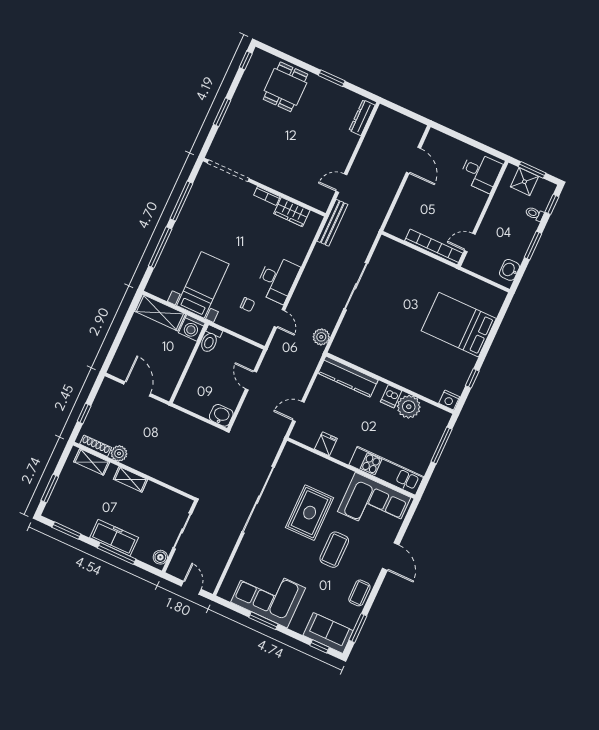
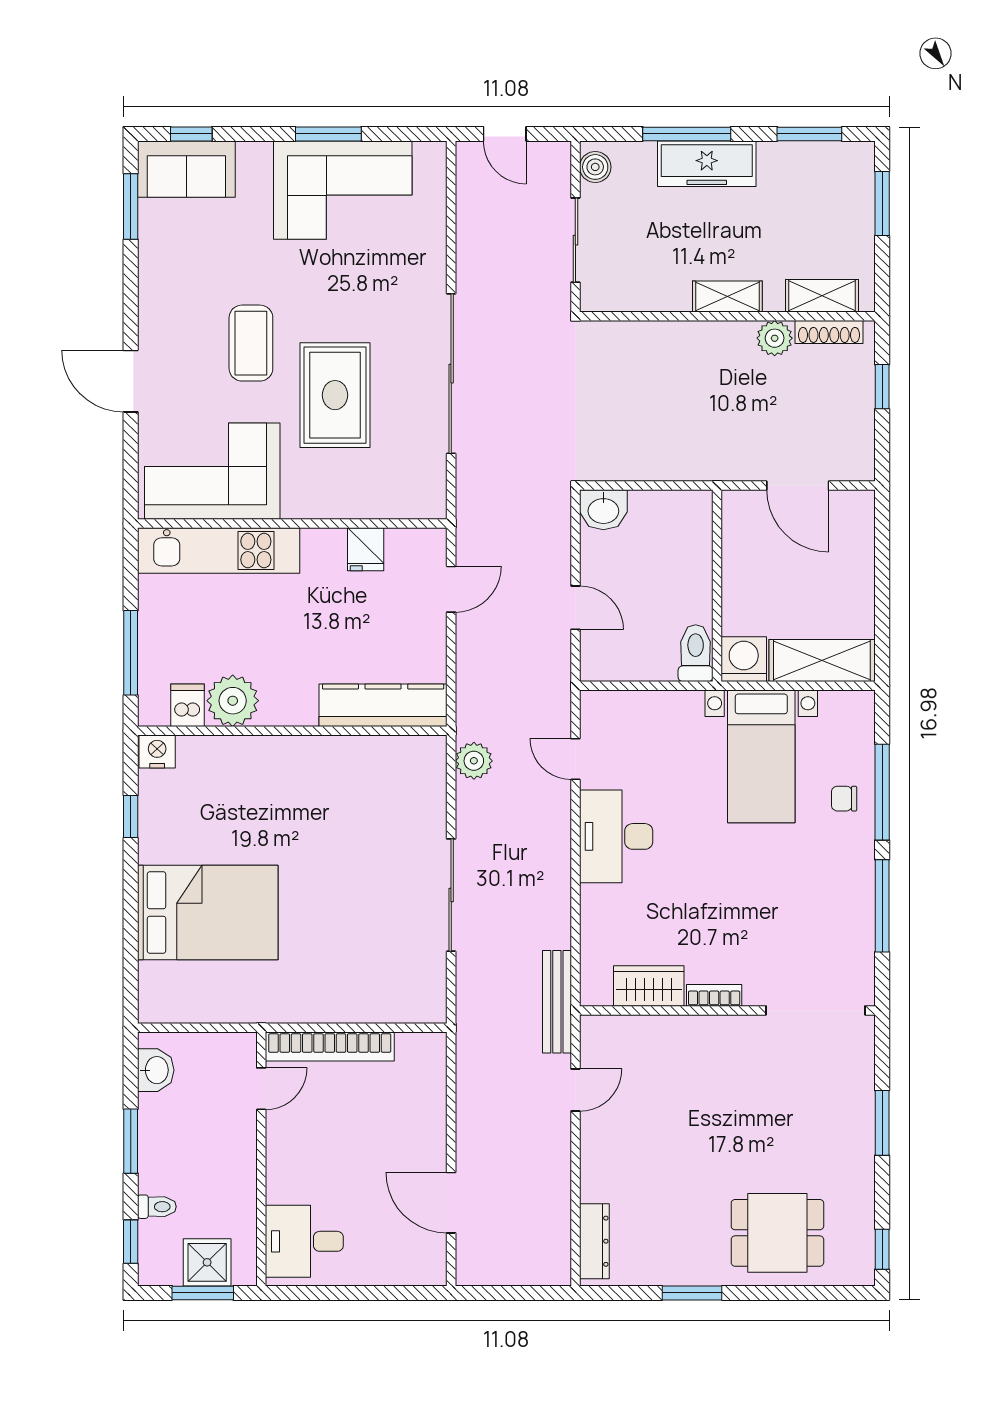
dining table: (285, 87) -> (777, 1233), turned 90
chair: (248, 305) -> (844, 799), moved
dishwasher: (391, 396) -> (187, 705), moved
coffee table: (359, 593) -> (160, 279), removed

